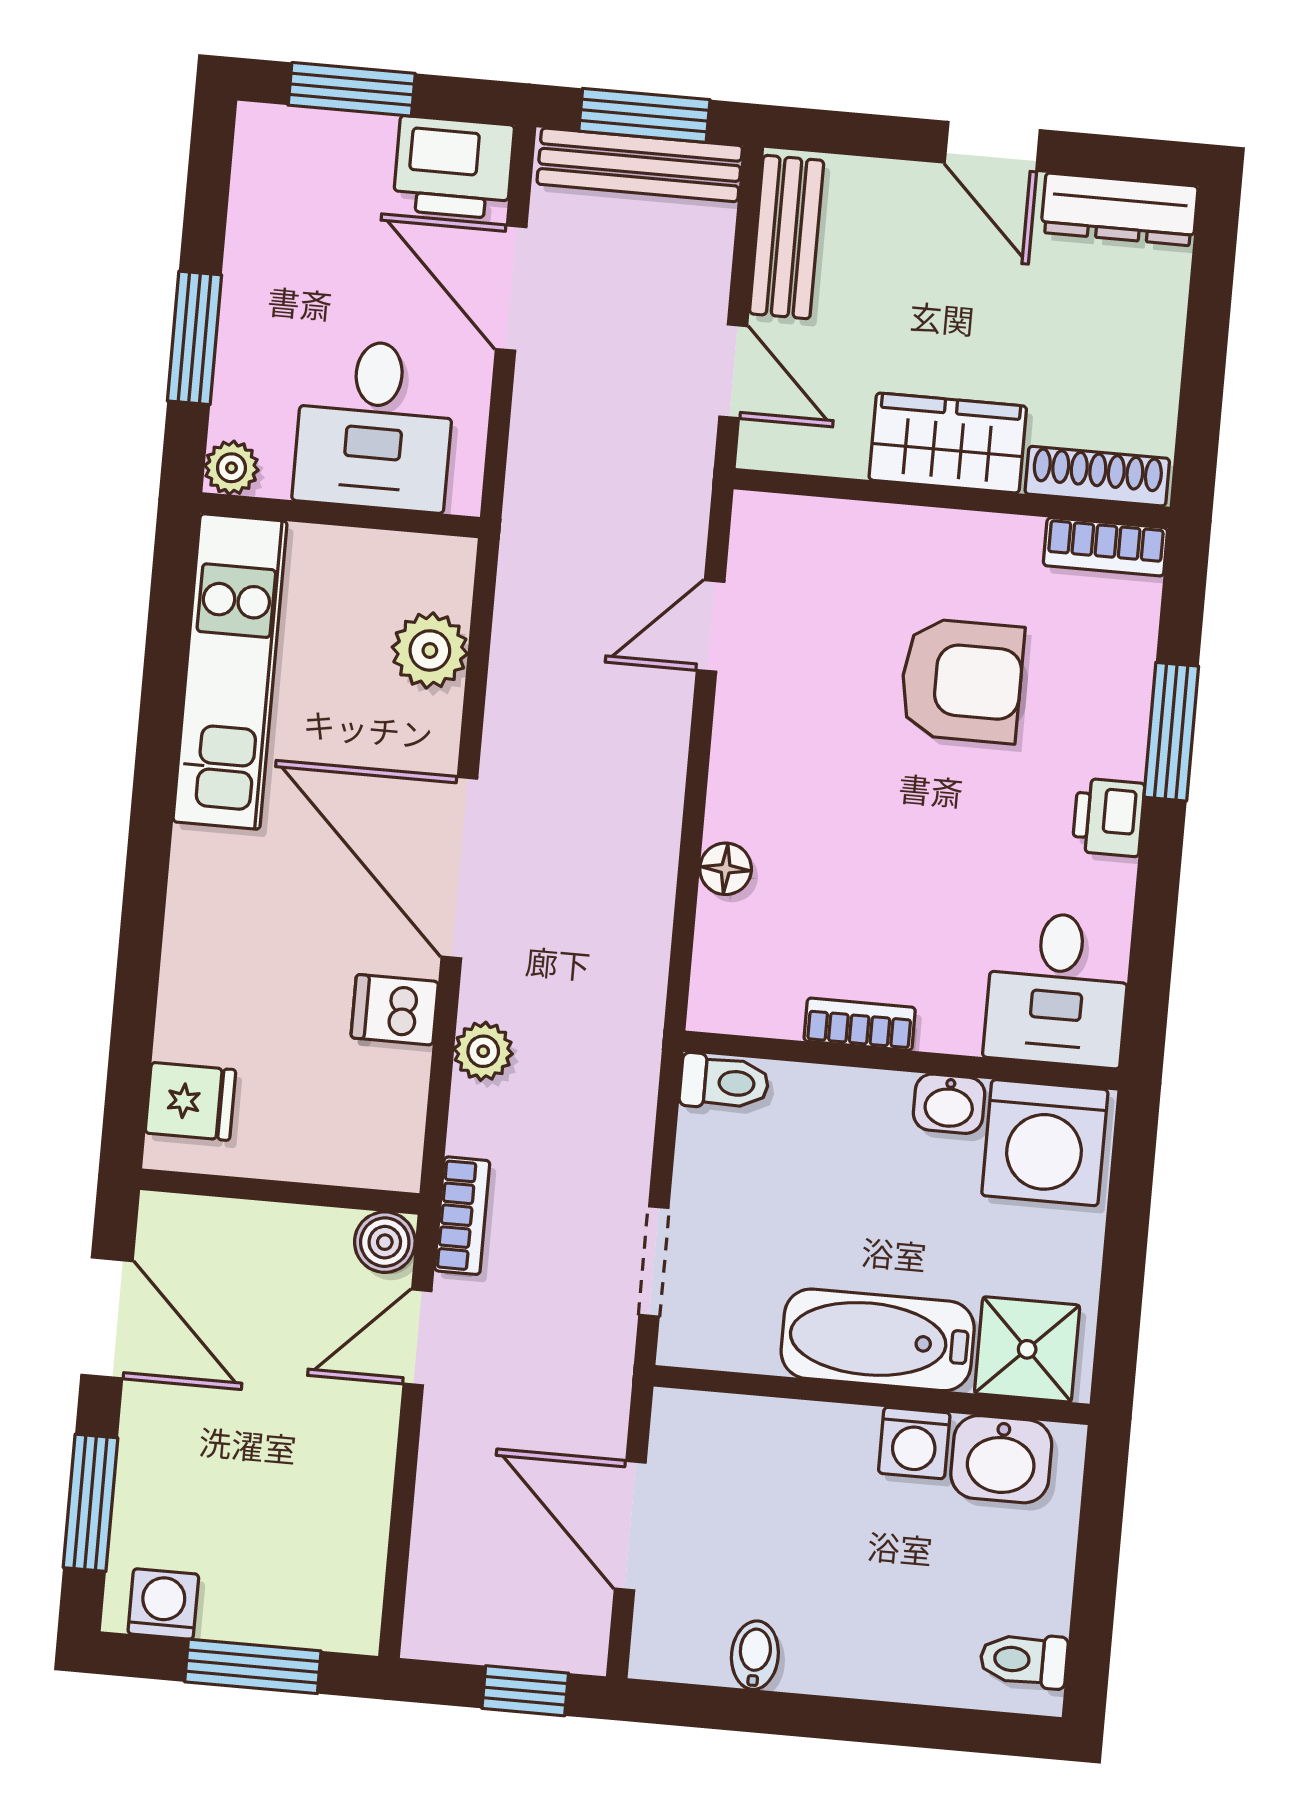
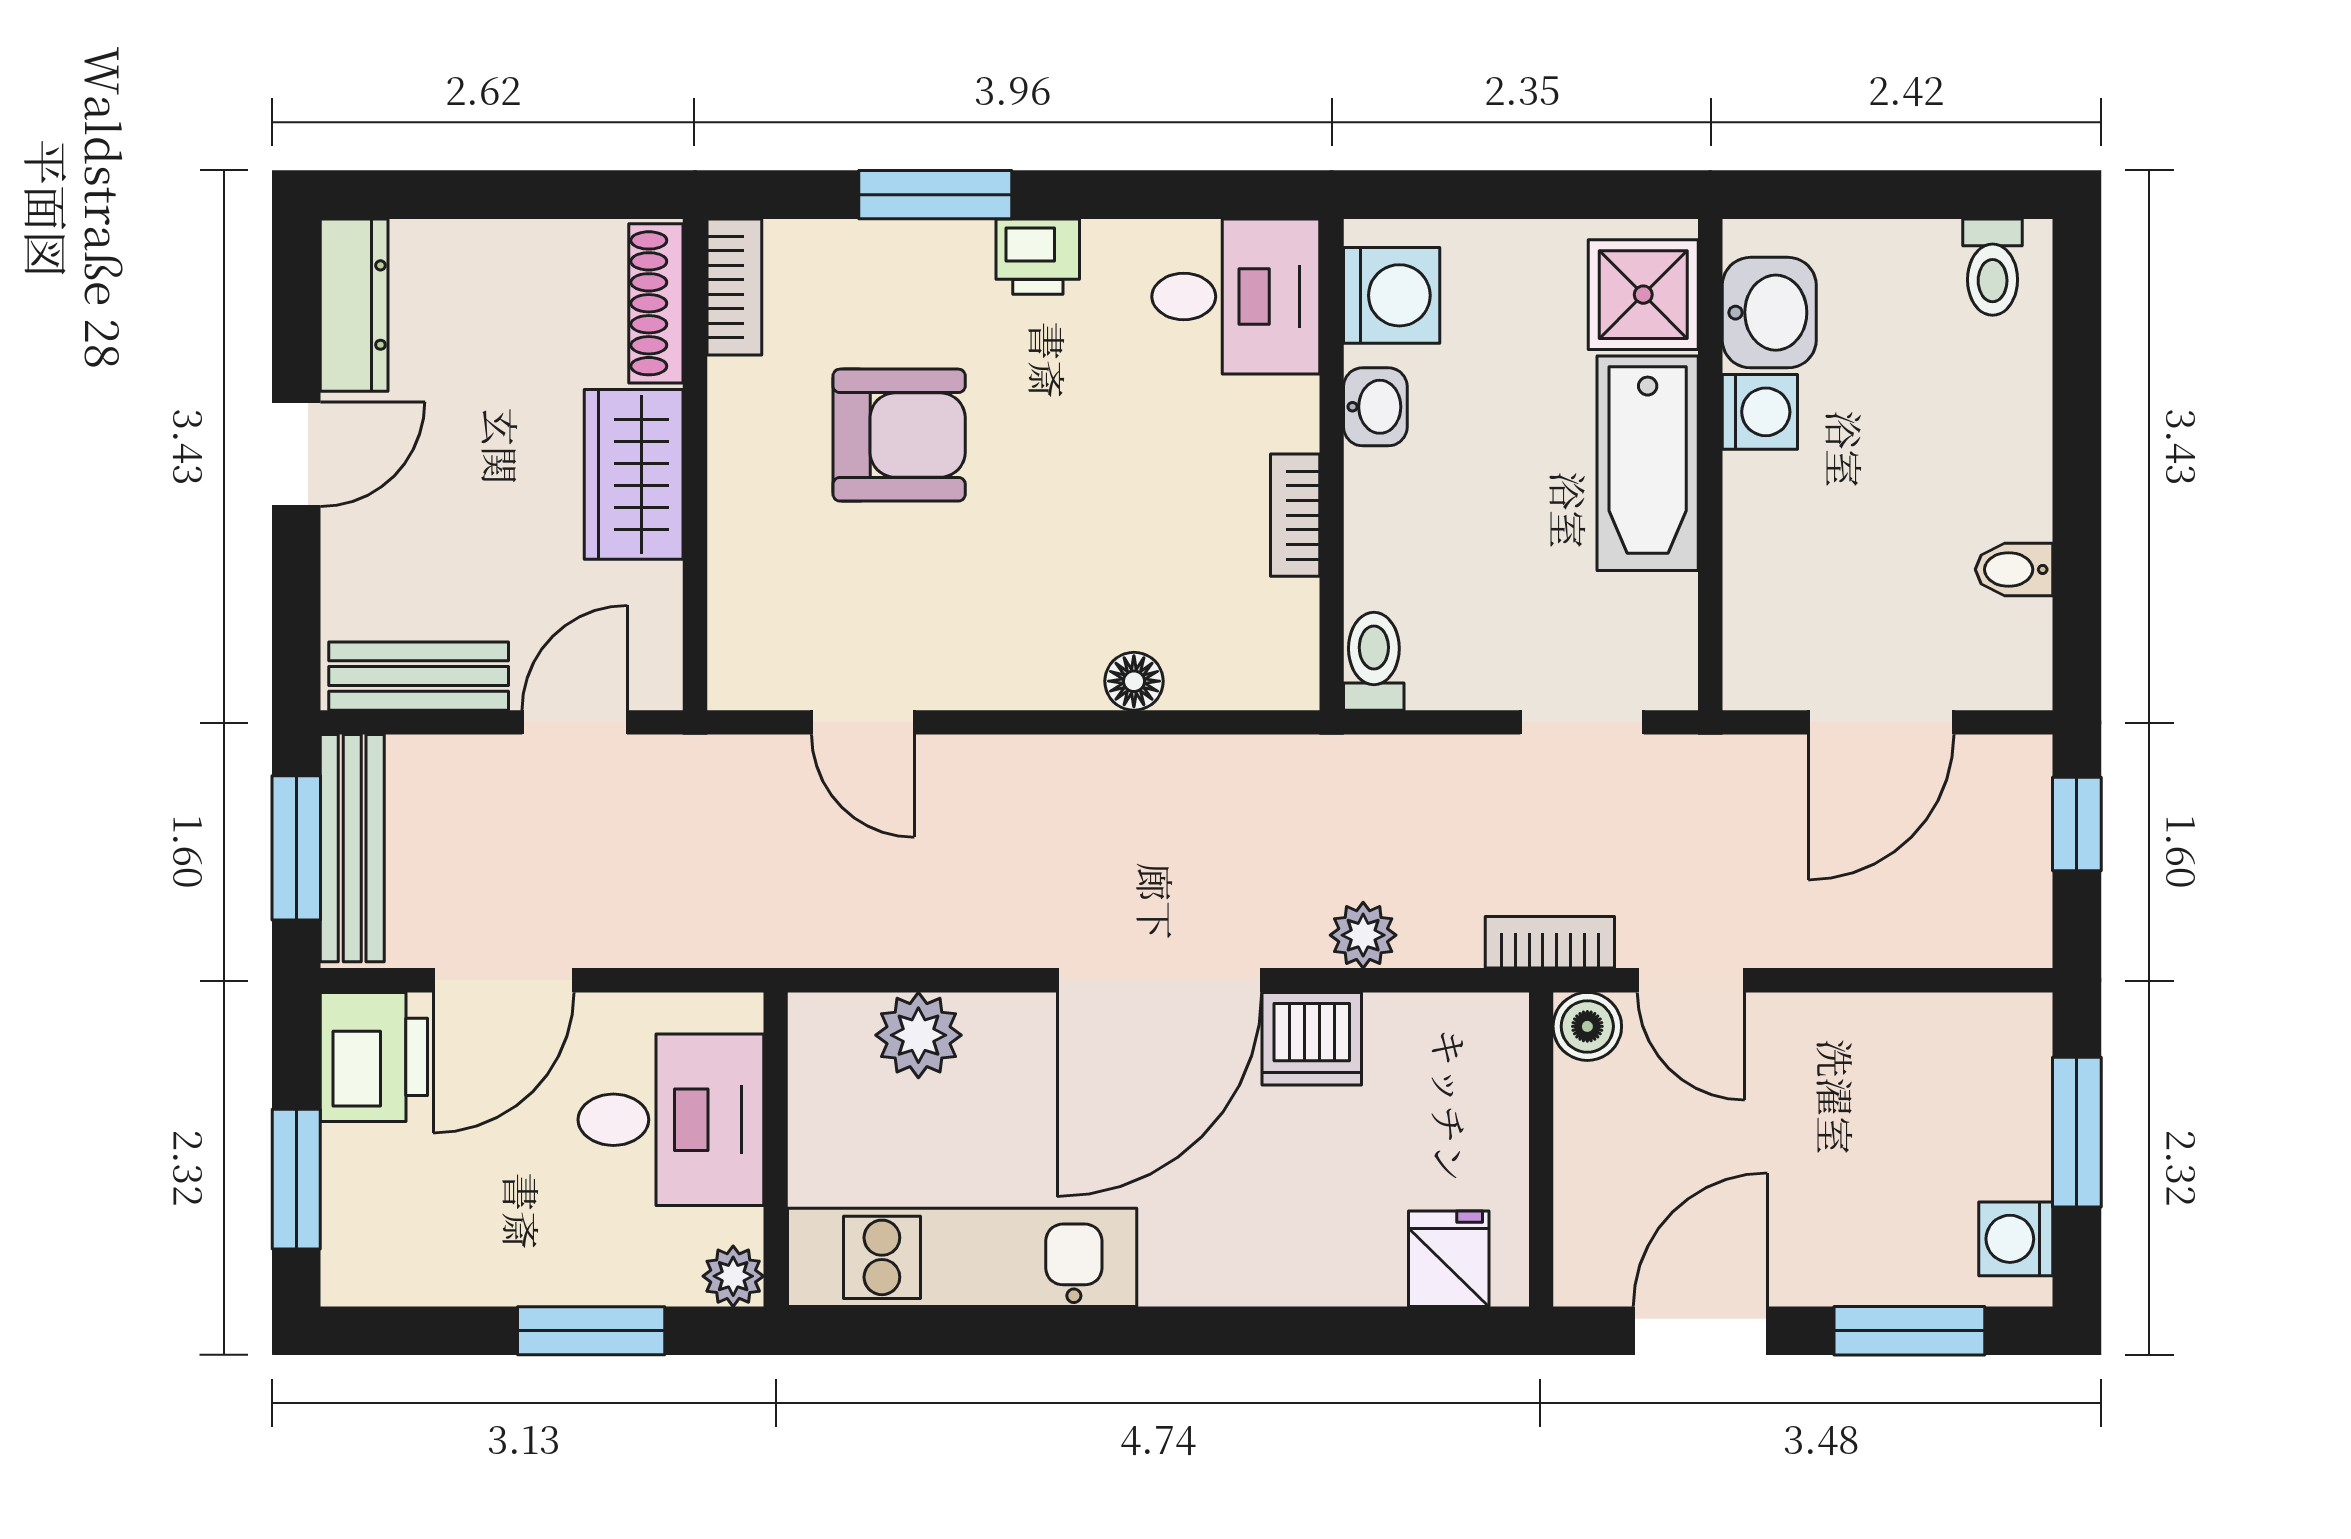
armchair: (962, 681) -> (899, 435), turned 90
dishwasher: (395, 1010) -> (1312, 1039), width x1.38
washing machine: (1045, 1143) -> (1392, 295), width x0.73, depth x0.73

